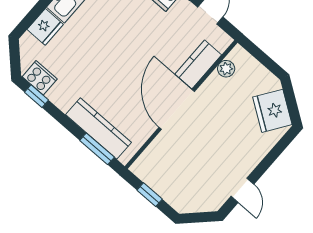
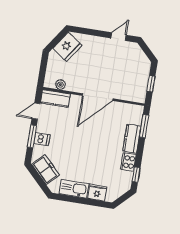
kitchen counter: (198, 64) -> (55, 98), moved
cooker: (40, 78) -> (128, 162), moved
kitchen counter: (99, 128) -> (132, 139), width x0.67

